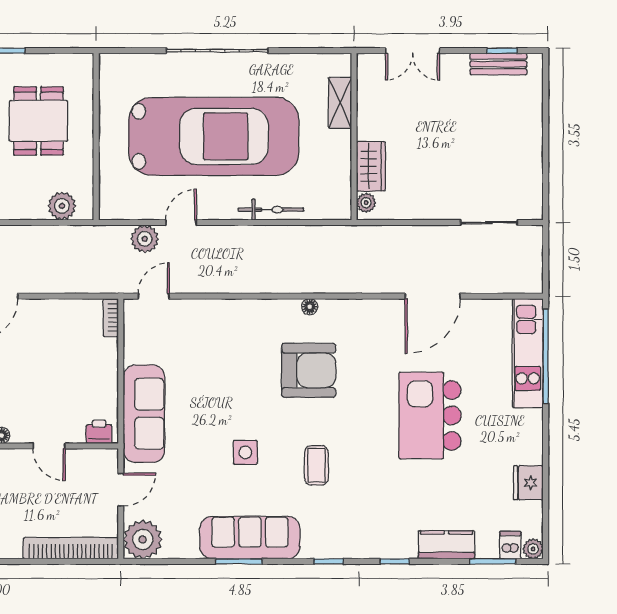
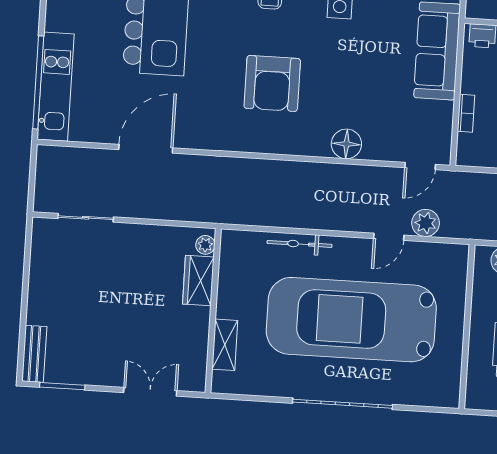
window: (502, 51) -> (62, 386), width x1.50
bench: (498, 64) -> (34, 354), moved, turned 90
floor lamp: (310, 307) -> (346, 144), moved, width x1.89, depth x1.89
bookcase: (111, 318) -> (466, 113), moved
armchair: (309, 370) -> (272, 83), turned -90

